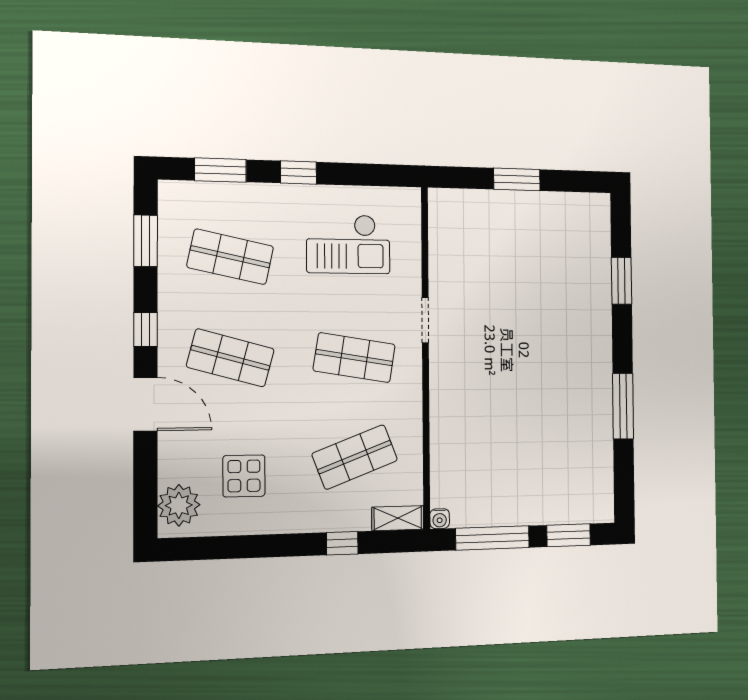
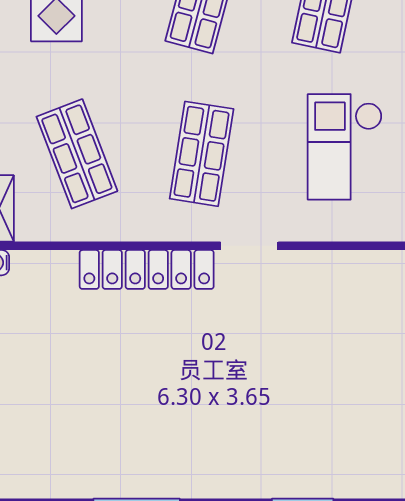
locker: (444, 400) -> (147, 269), added

